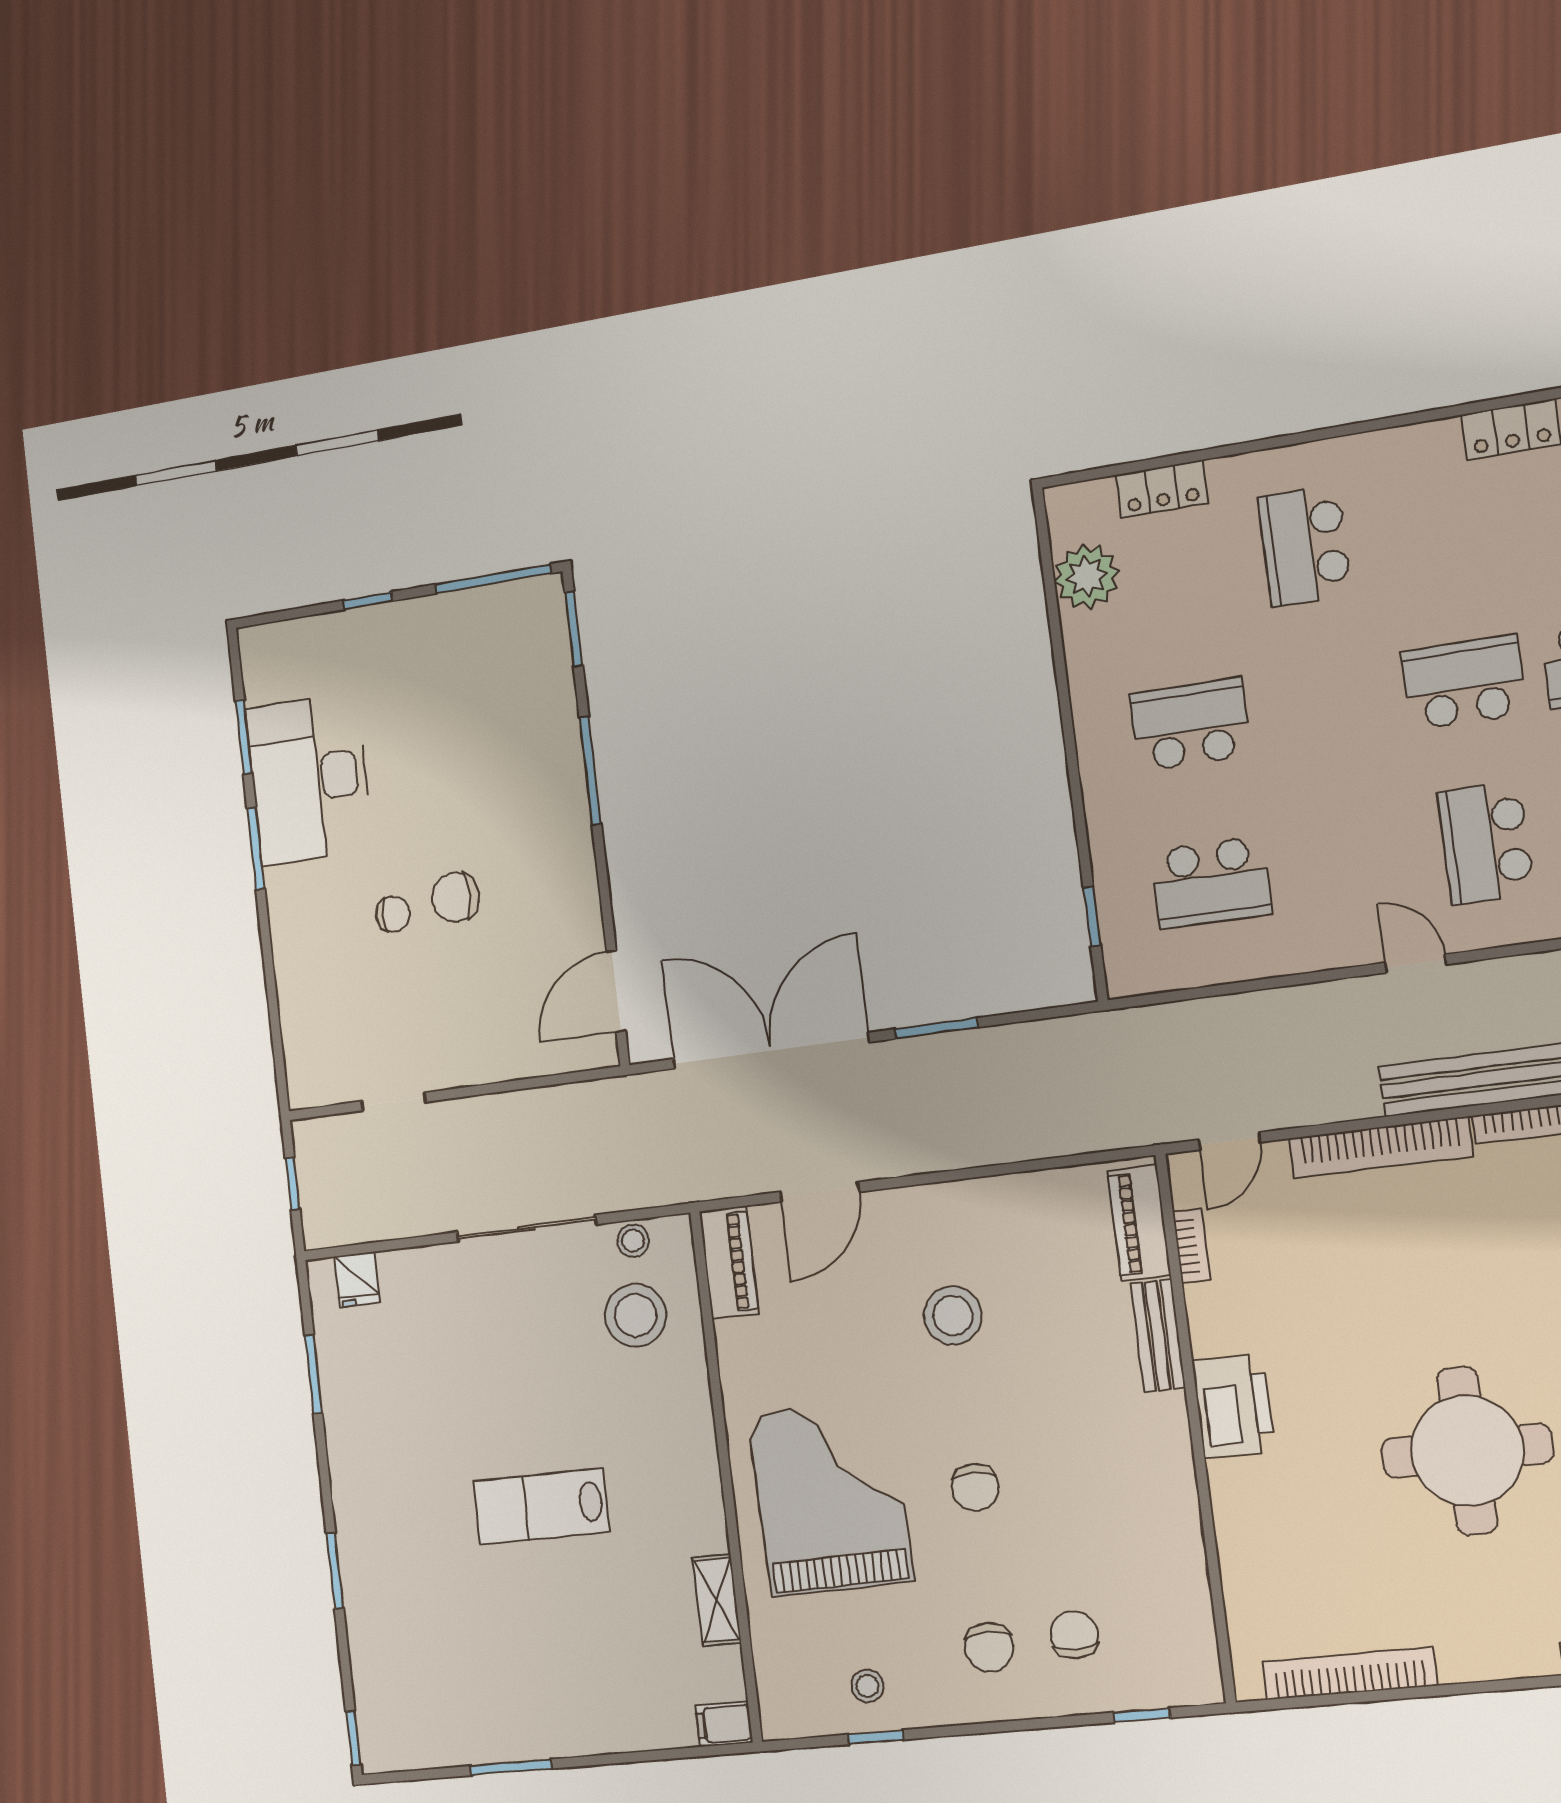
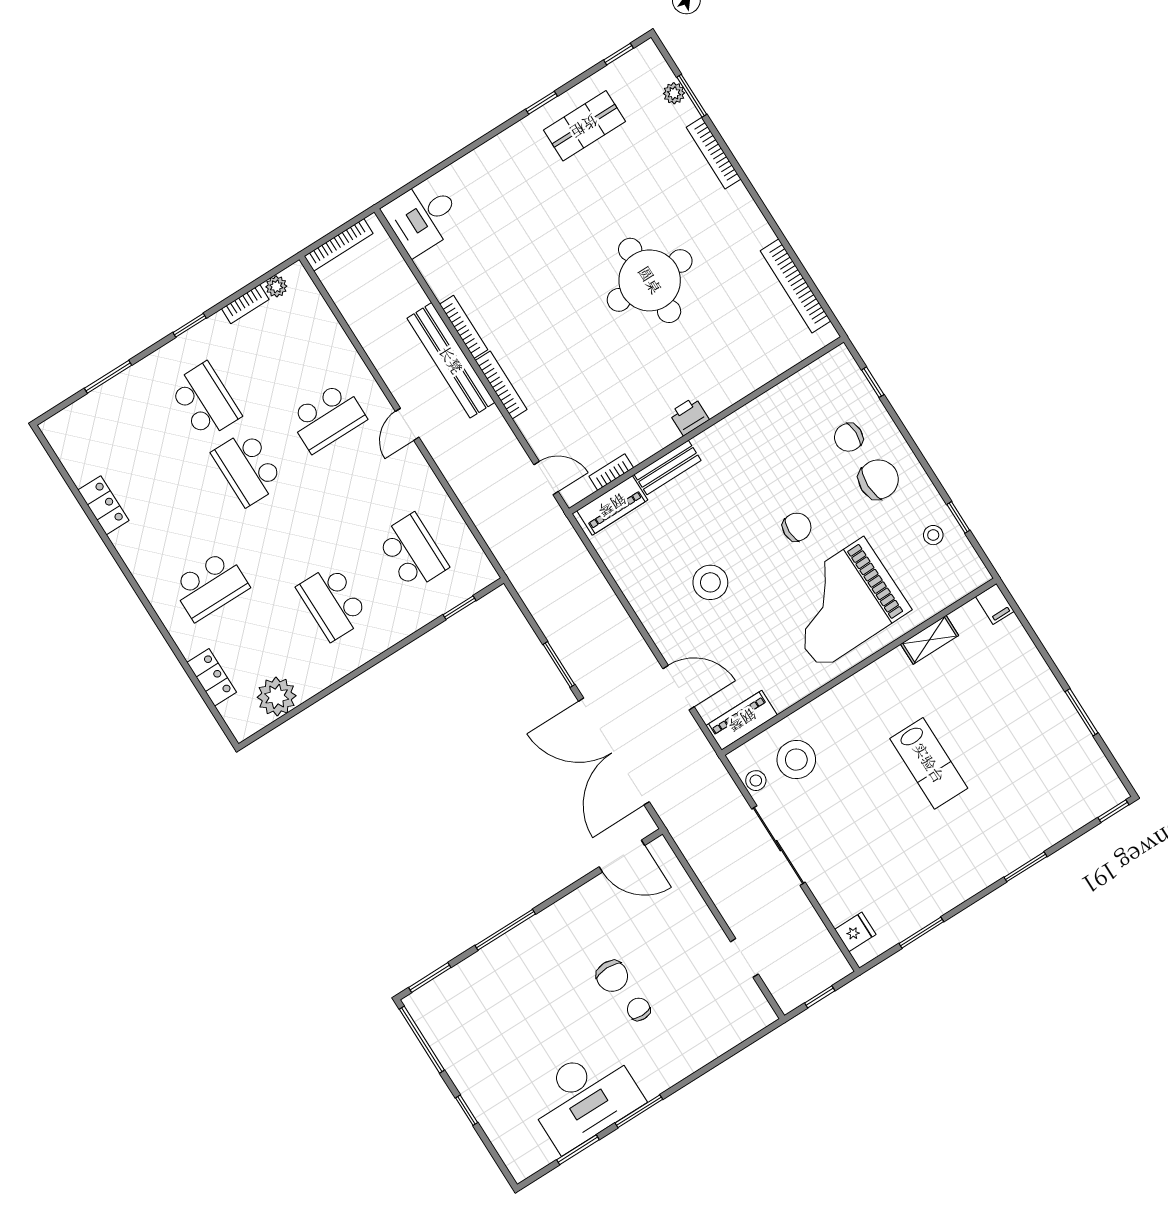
bookcase: (1381, 1147) -> (501, 385), width x0.68, depth x0.76
printer: (1233, 1406) -> (689, 416), width x0.53, depth x0.68
chair: (989, 1647) -> (878, 479), width x1.37, depth x1.37

